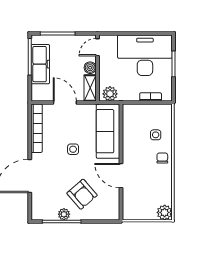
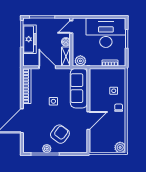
door: (121, 176) -> (88, 121), swing flipped
armchair: (82, 194) -> (60, 134), turned -102

